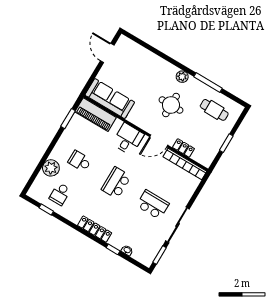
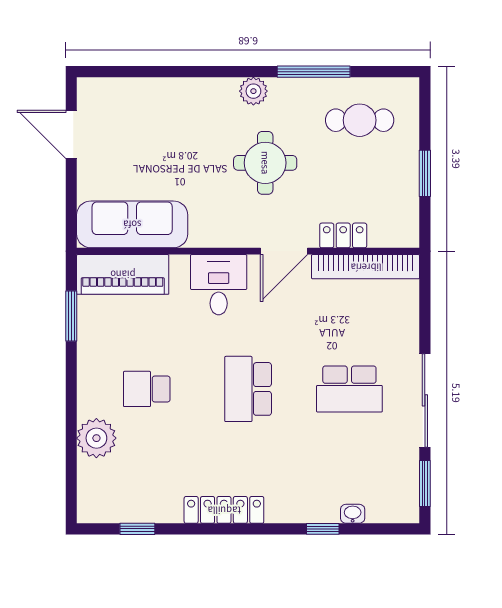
school desk: (60, 194) -> (147, 480), removed
school desk: (153, 205) -> (349, 389), turned 180
locker: (95, 229) -> (224, 510), moved

